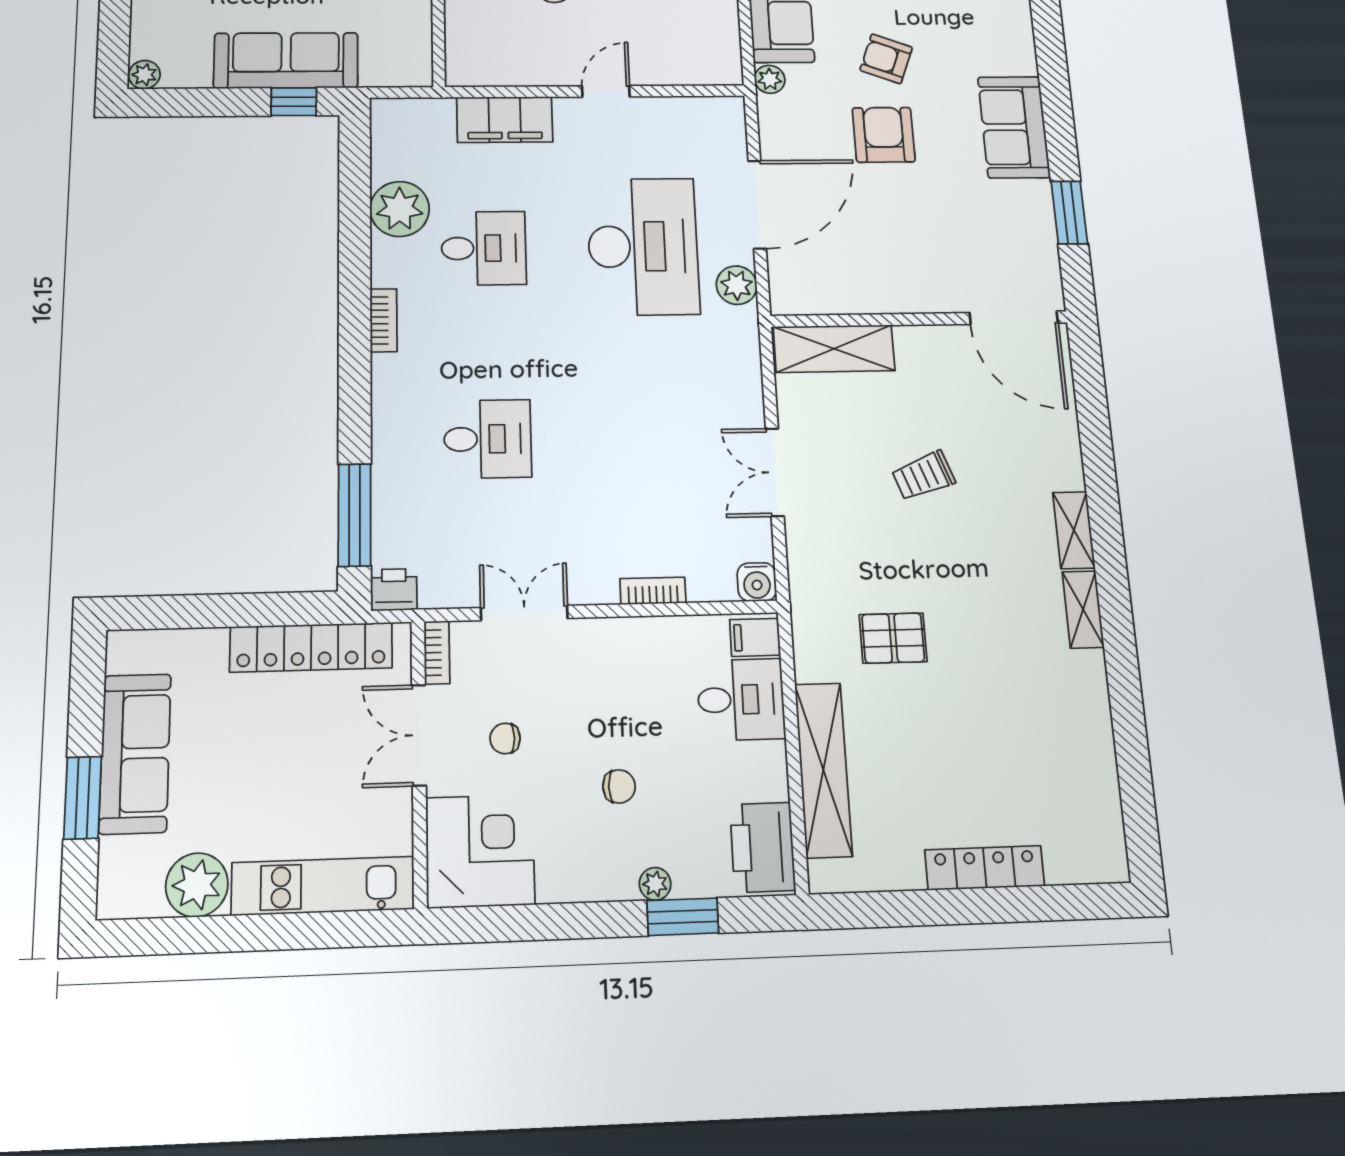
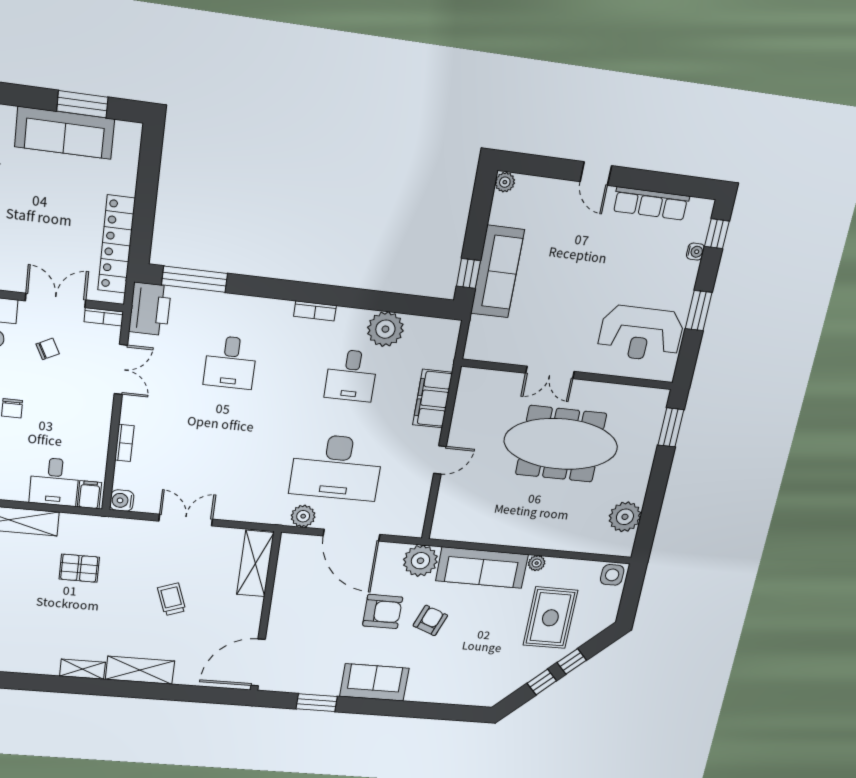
plant: (770, 79) -> (420, 561), width x1.88, depth x1.88
door: (606, 91) -> (440, 460), hinge flipped
shelving: (1074, 530) -> (140, 670), width x1.50, depth x1.33
printer: (394, 590) -> (150, 309), width x1.87, depth x1.48
pallet: (893, 638) -> (79, 568), turned 90
chair: (505, 738) -> (48, 349), turned 63
window: (83, 798) -> (82, 104), moved

